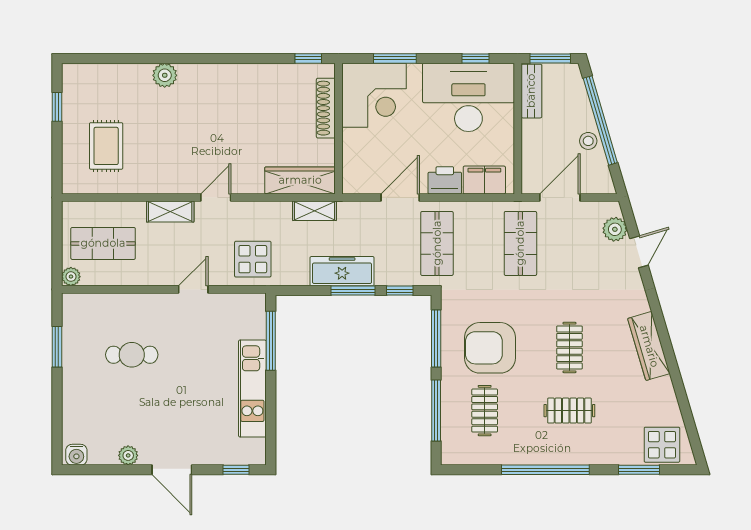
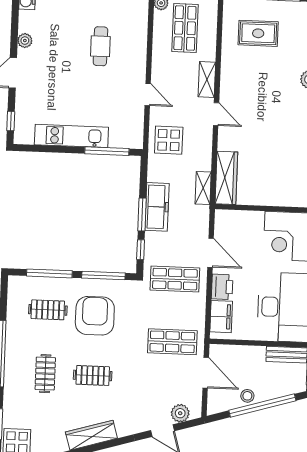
shoe rack: (326, 108) -> (280, 200), removed

